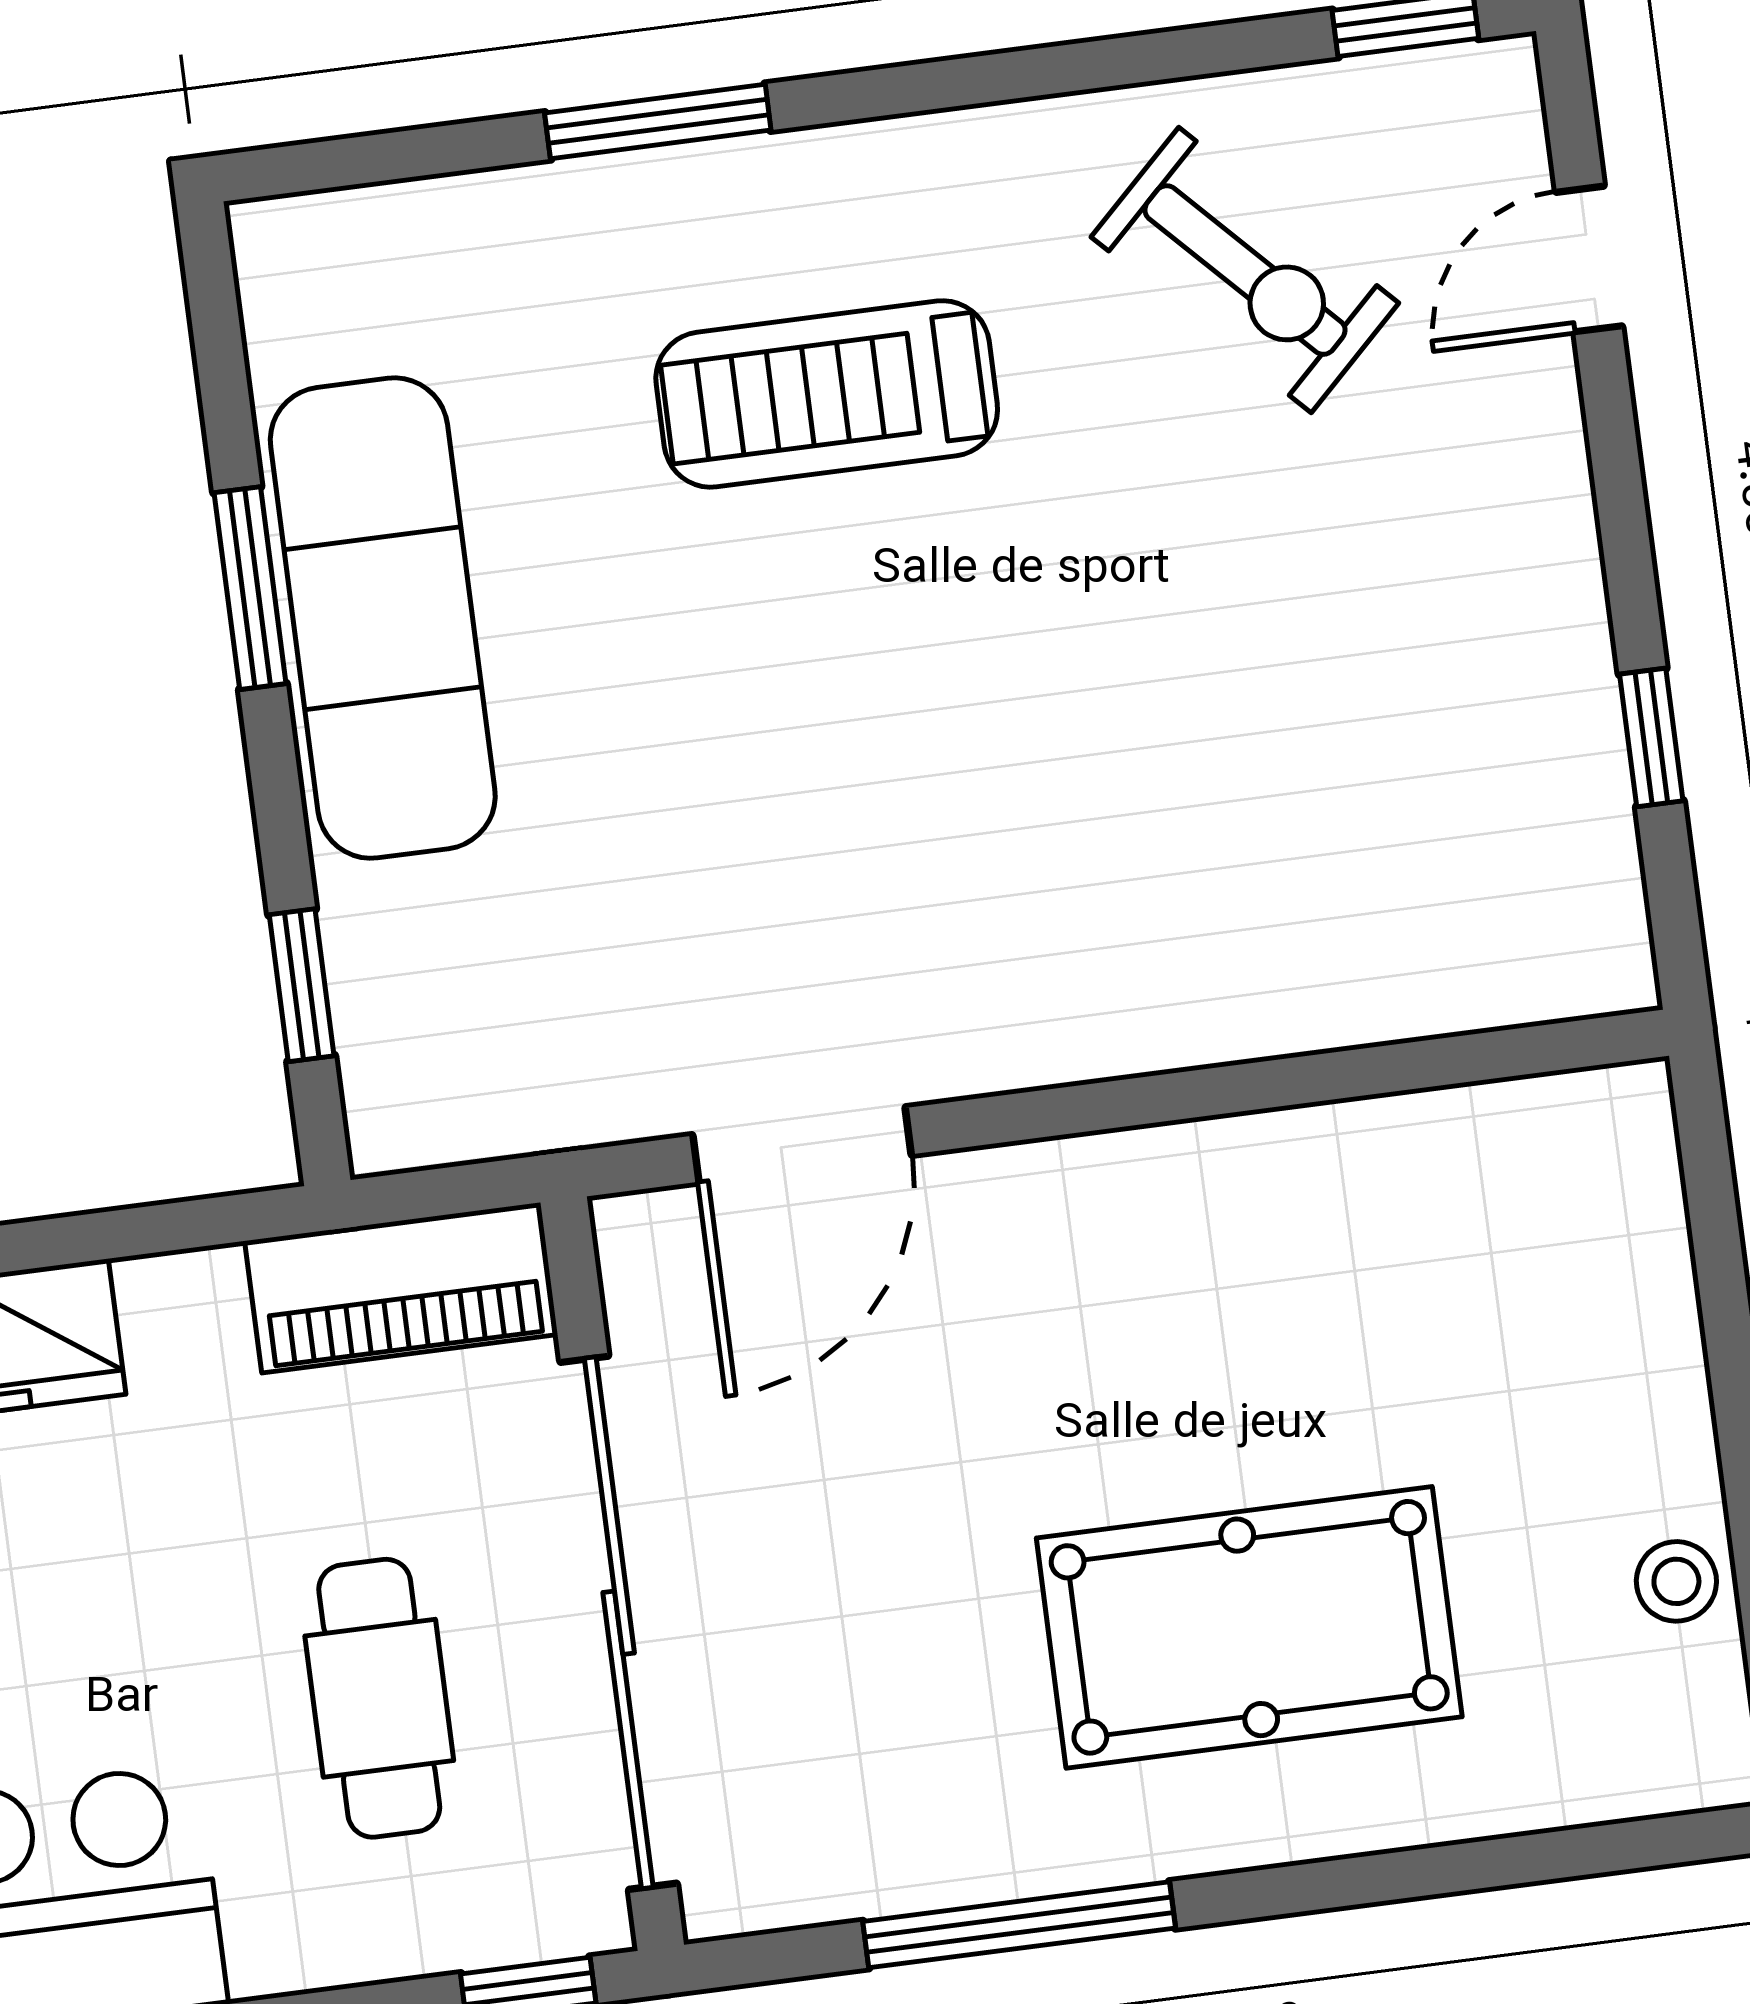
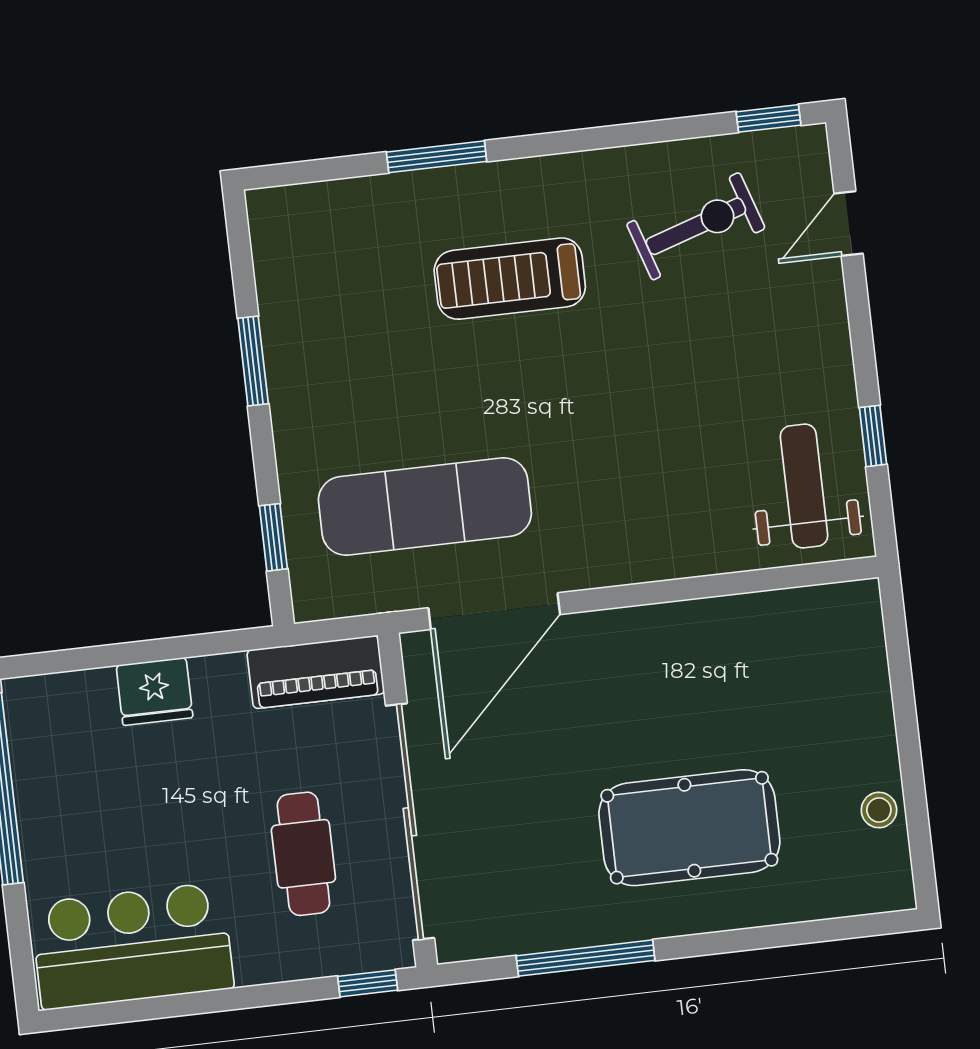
exercise bike: (1245, 270) -> (696, 226), turned -64
exercise mat: (383, 618) -> (425, 507), moved, turned 90
weight bench: (1497, 853) -> (804, 486), added
door: (802, 1145) -> (494, 611), width x1.36

